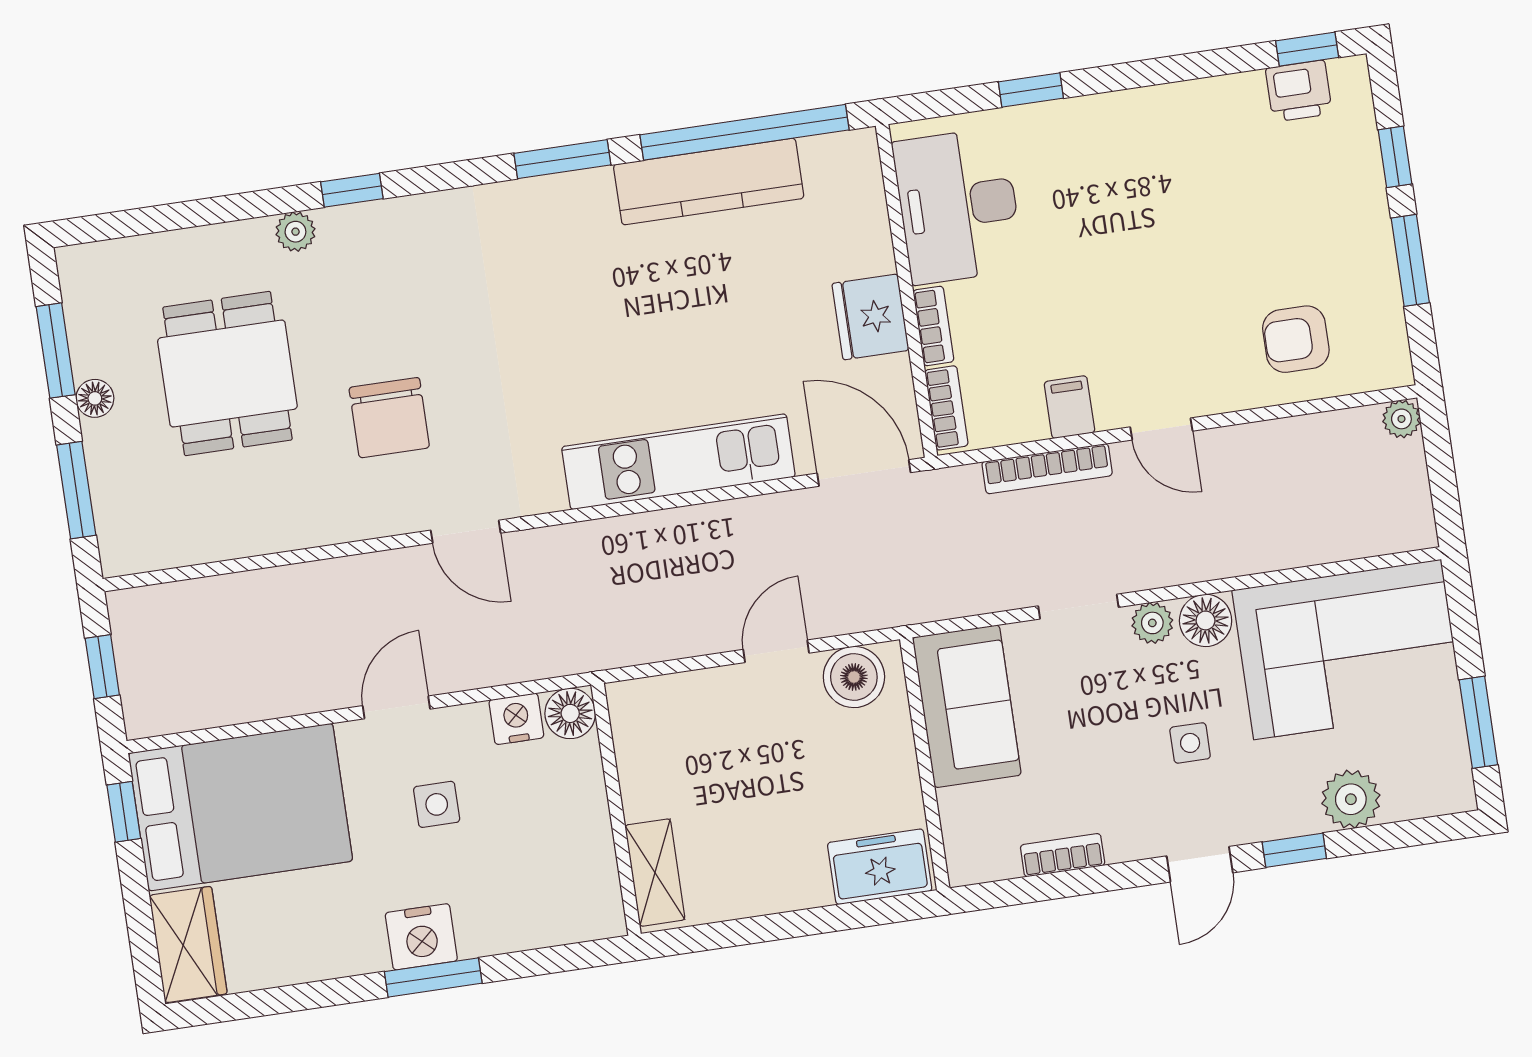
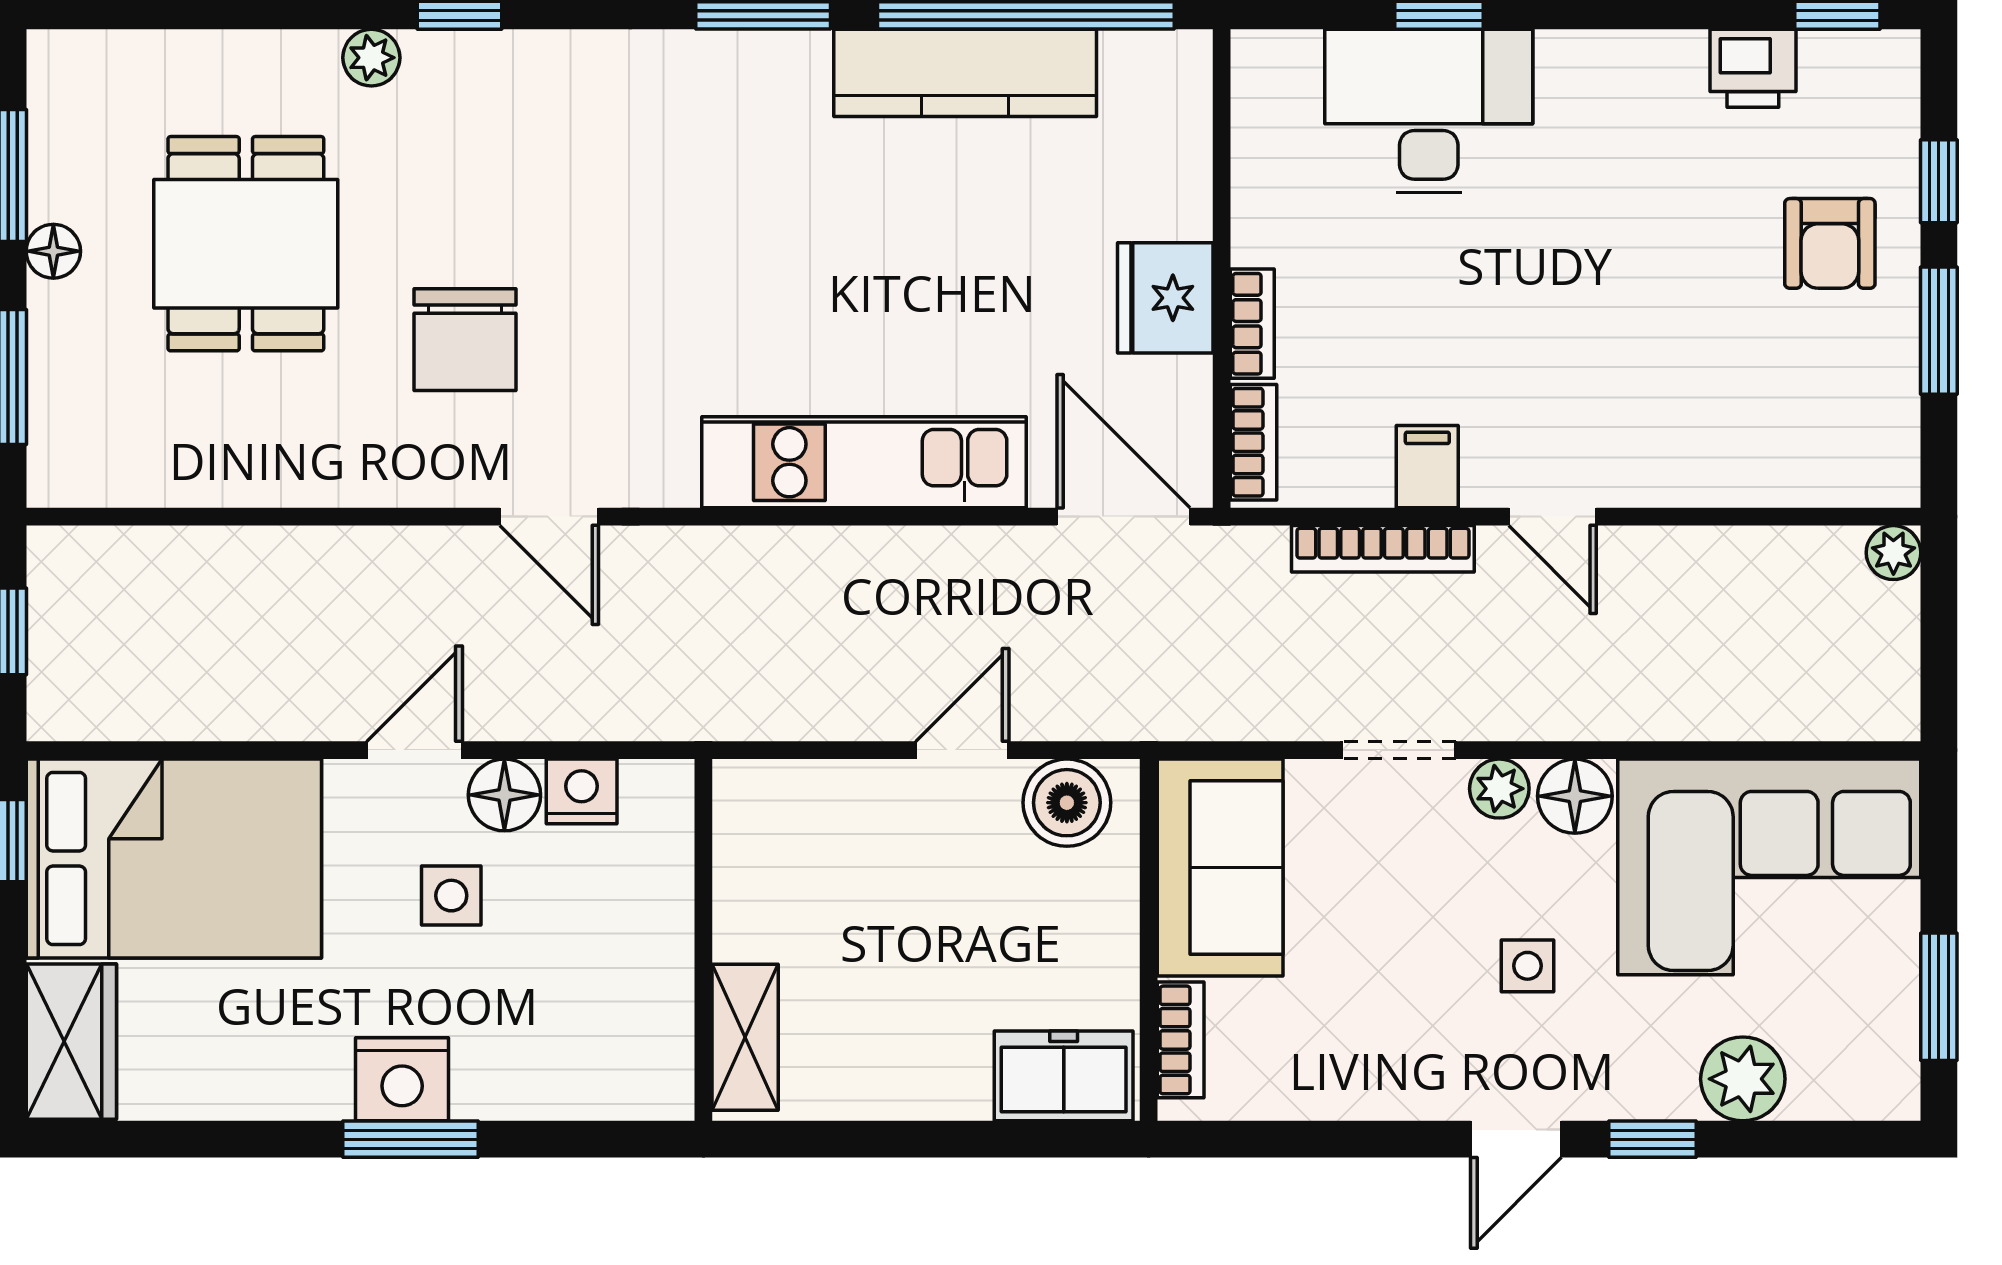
printer: (1299, 91) -> (1753, 68), moved
desk: (958, 206) -> (1429, 111), moved, turned 90
armchair: (1296, 339) -> (1830, 243), moved, turned -90
floor lamp: (570, 713) -> (504, 795), moved
bookcase: (1063, 855) -> (1181, 1040), moved, turned 90

